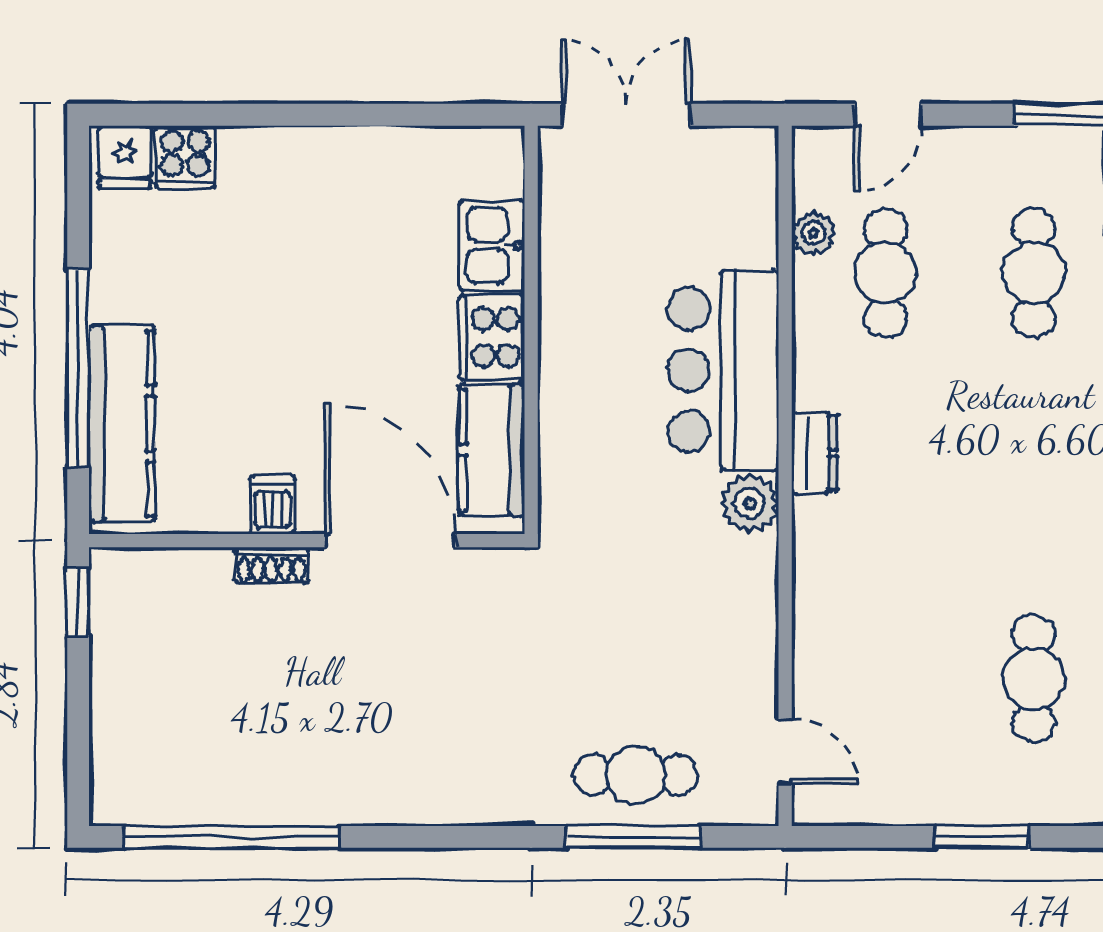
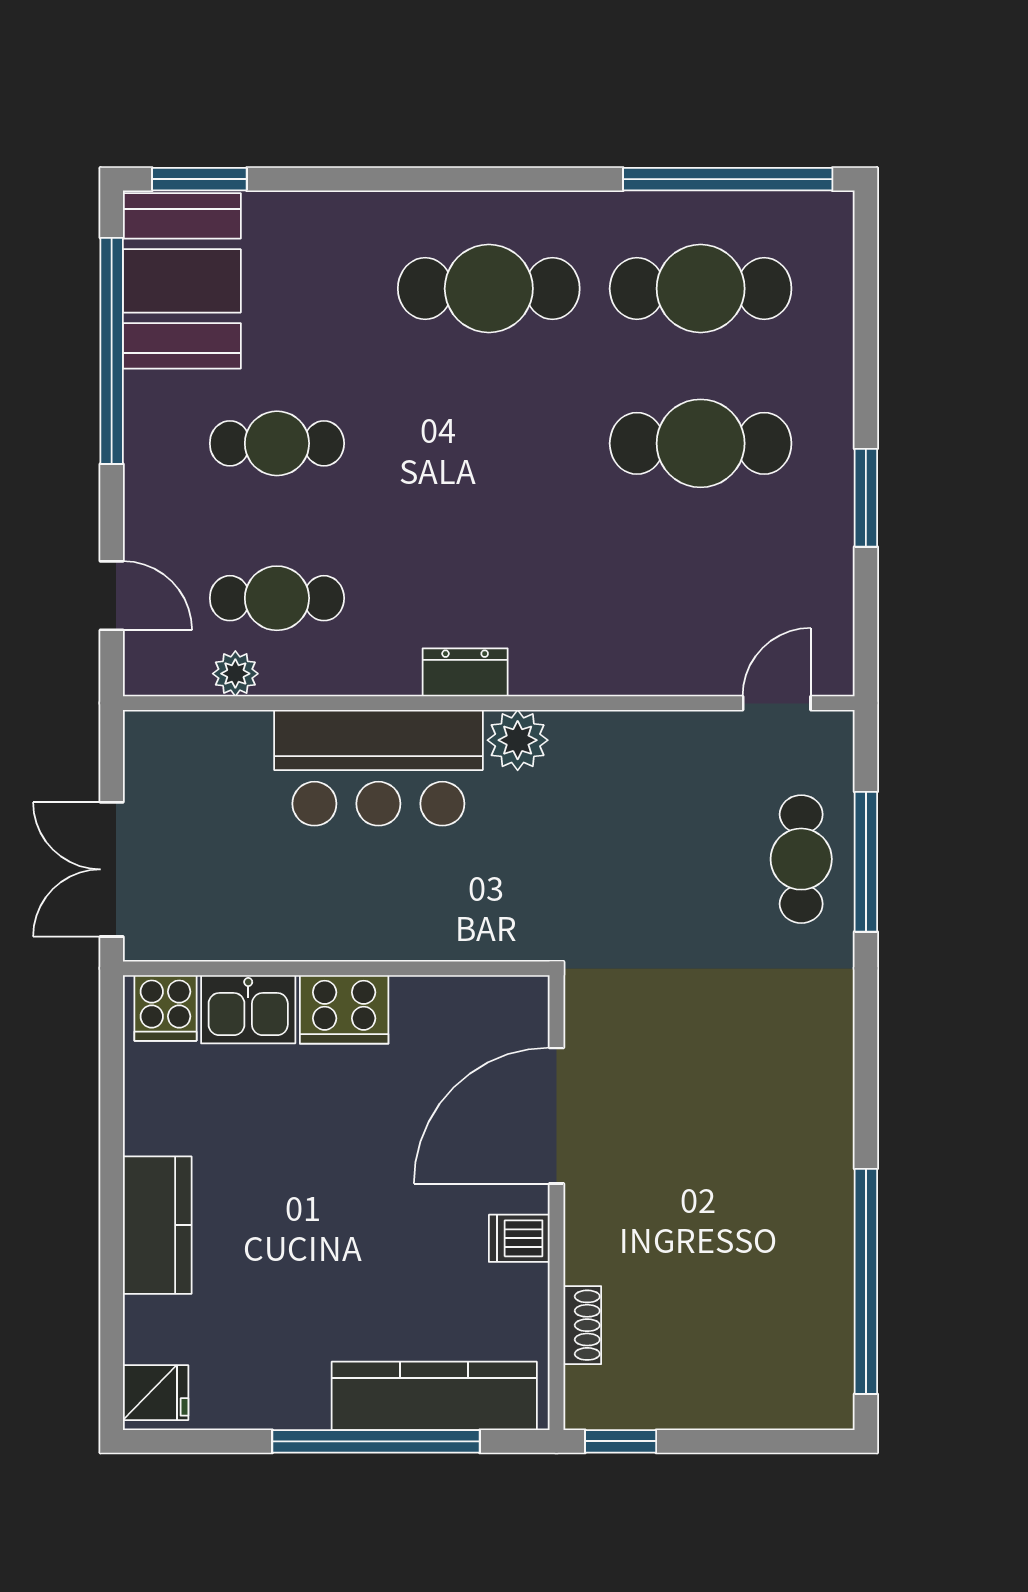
cooker: (185, 157) -> (165, 1008), moved, turned 90
kitchen counter: (492, 450) -> (157, 1225), moved, turned -90
shoe rack: (271, 565) -> (582, 1325), moved
cafe table: (1034, 679) -> (701, 443), width x1.37, depth x1.35

